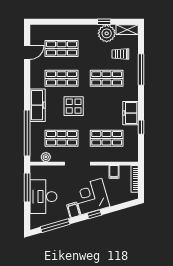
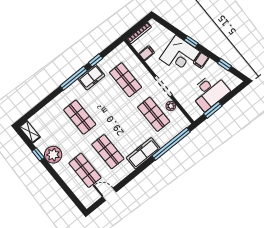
plant: (107, 33) -> (53, 155), moved
trolley: (120, 54) -> (53, 122), removed
window: (141, 69) -> (74, 78), moved
display table: (74, 106) -> (122, 125), removed
plant: (46, 157) -> (171, 106), moved
window: (27, 187) -> (213, 110), width x0.69
window: (55, 226) -> (224, 65), width x0.46

